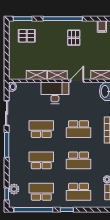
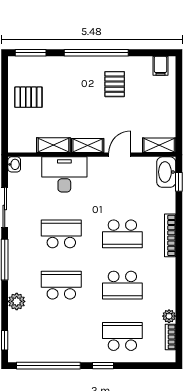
pallet: (27, 36) -> (28, 97), moved
desk: (55, 93) -> (64, 174), moved
plant: (14, 189) -> (17, 301), moved
school desk: (41, 192) -> (61, 336), removed
school desk: (79, 192) -> (122, 336), turned 180

